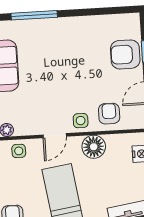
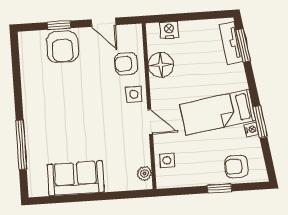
floor lamp: (94, 147) -> (161, 65), moved

